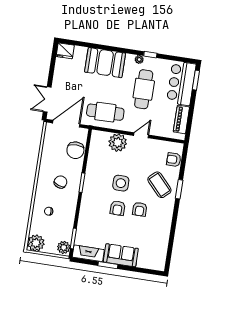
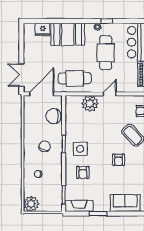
fridge: (65, 51) -> (43, 29), moved
chair: (75, 150) -> (53, 116), turned 90
side table: (121, 183) -> (80, 149), moved
armchair: (118, 208) -> (83, 172), moved
plant: (64, 247) -> (56, 204), removed
sofa: (121, 255) -> (125, 203), moved

